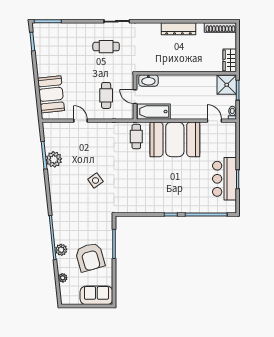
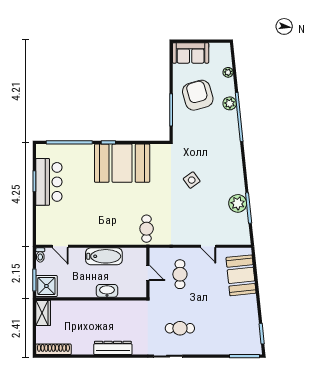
dresser: (178, 29) -> (113, 348), moved
washbasin: (148, 80) -> (107, 291), moved
bathtub: (154, 112) -> (104, 256), moved
booth: (175, 139) -> (122, 163), moved

